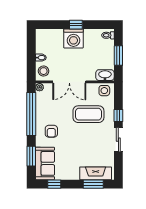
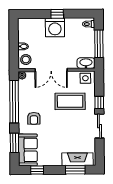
window: (118, 56) -> (99, 44), width x1.44

